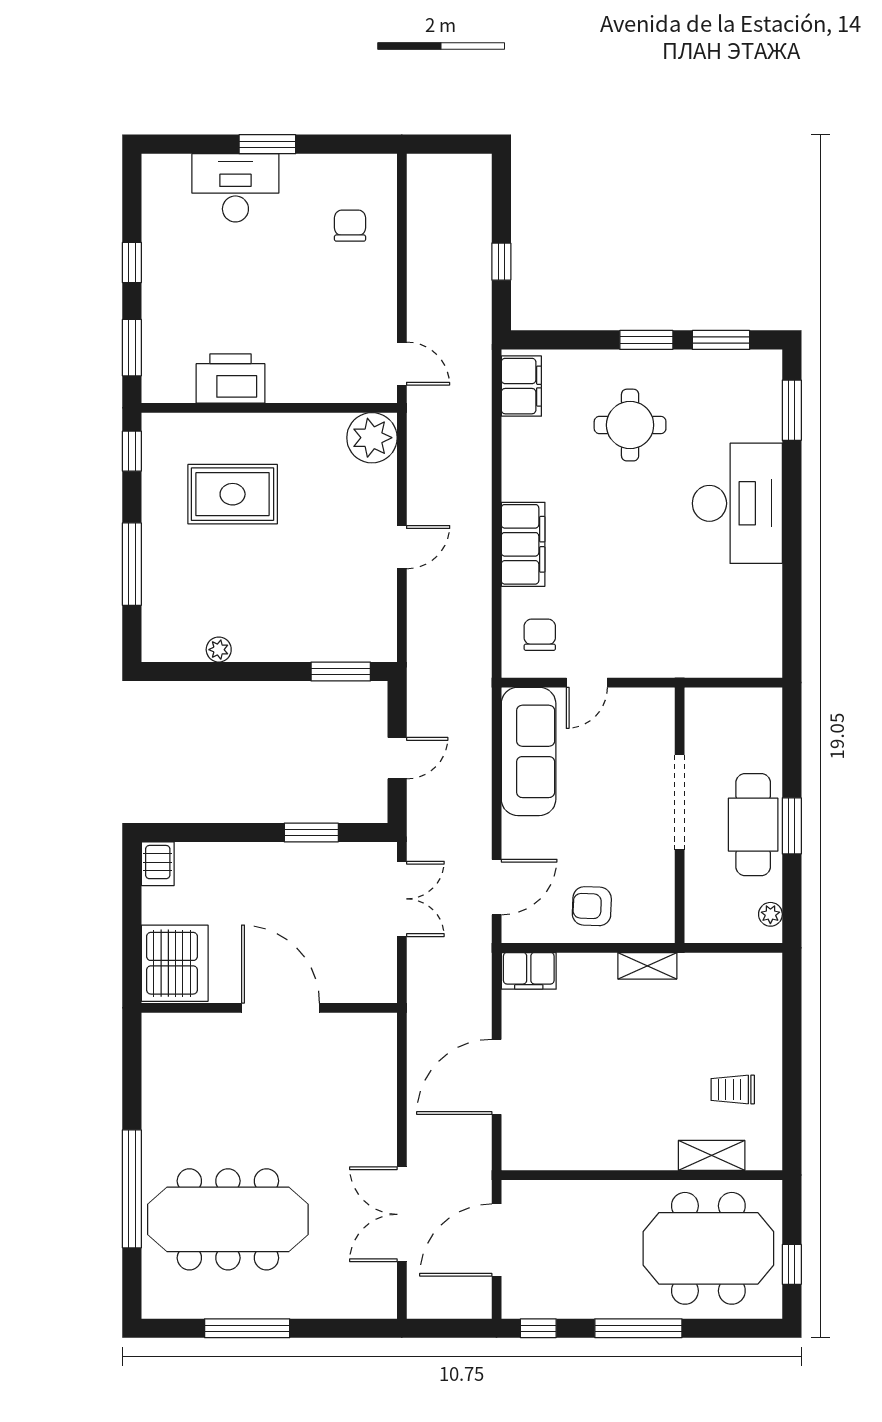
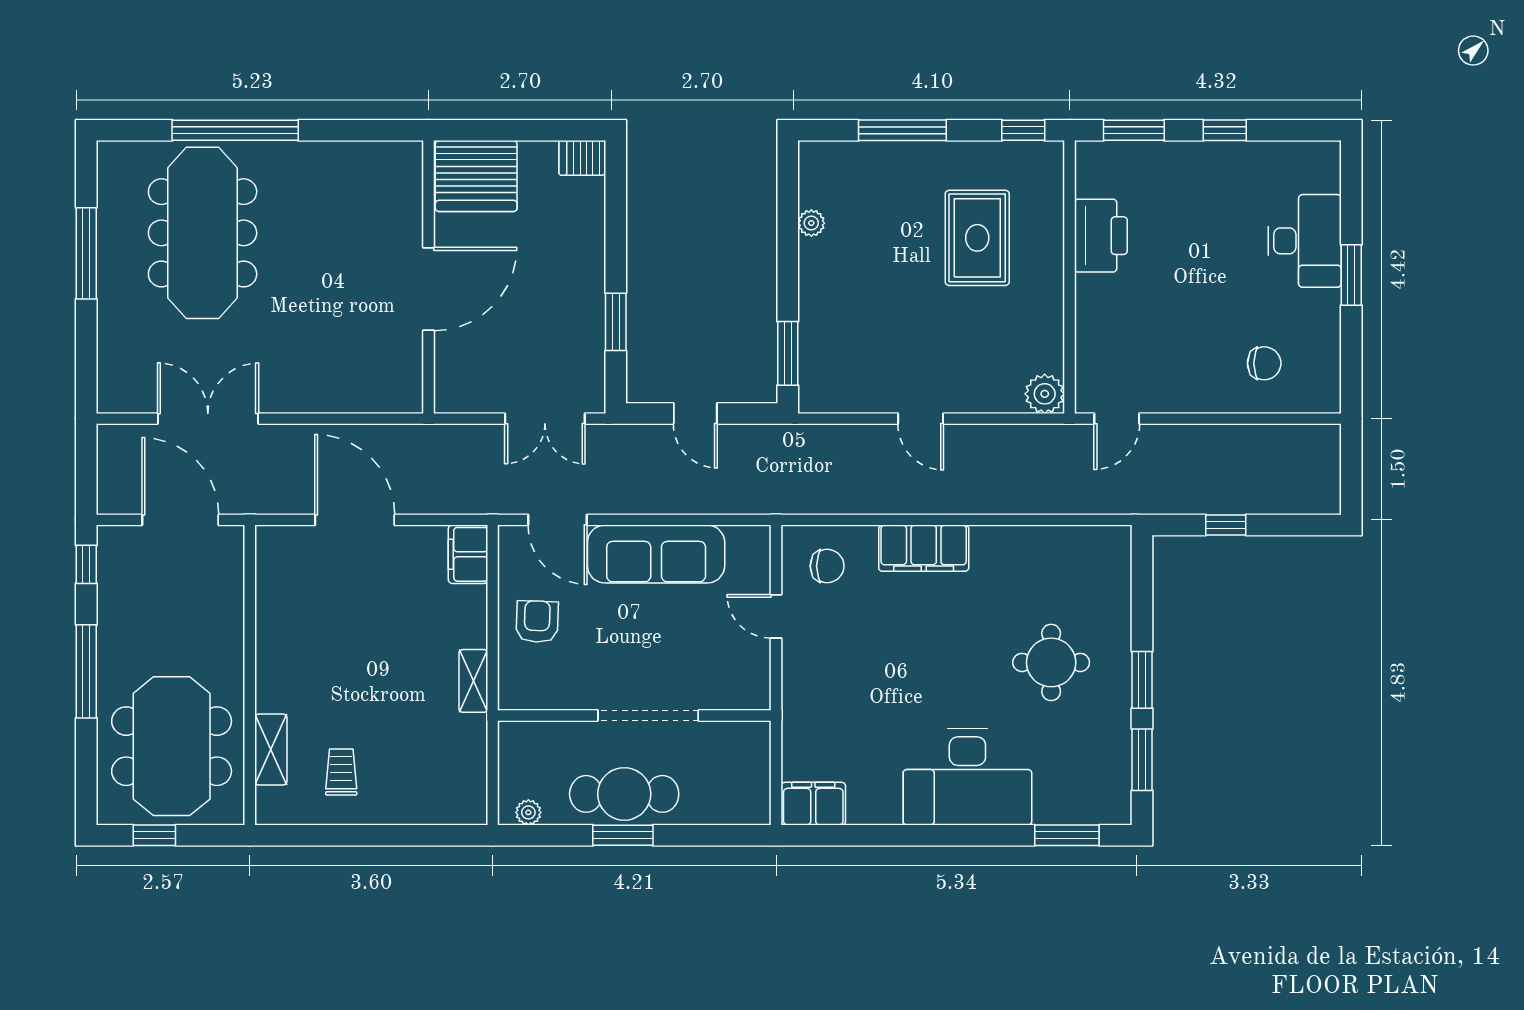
filing cabinet: (521, 386) -> (813, 804), moved, turned 180
plant: (372, 438) -> (1045, 394), width x0.73, depth x0.73
sofa: (529, 751) -> (656, 554), moved

